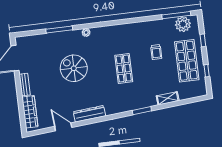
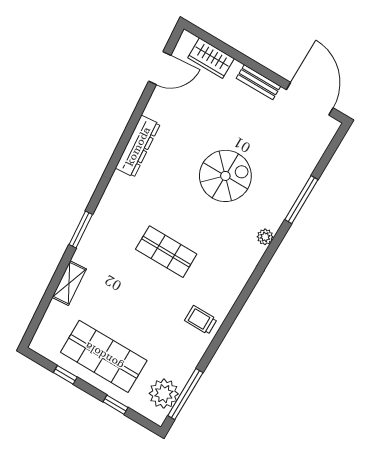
trolley: (156, 52) -> (201, 320), moved
wardrobe: (30, 112) -> (211, 58), width x0.67
door: (63, 127) -> (160, 68), moved

